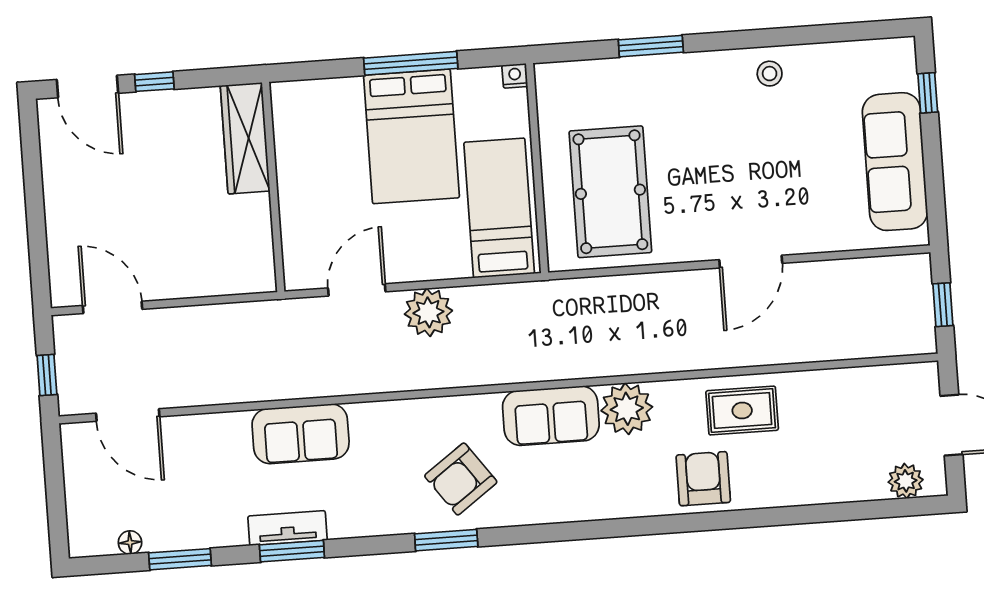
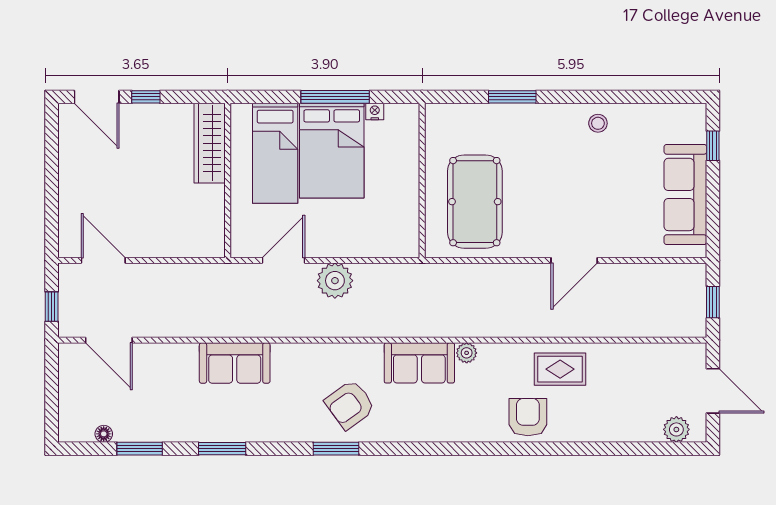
nightstand: (515, 76) -> (375, 112), moved
bed: (499, 208) -> (275, 153), moved, turned 180
plant: (627, 409) -> (467, 353), width x0.53, depth x0.53
tv unit: (287, 528) -> (220, 432), removed

